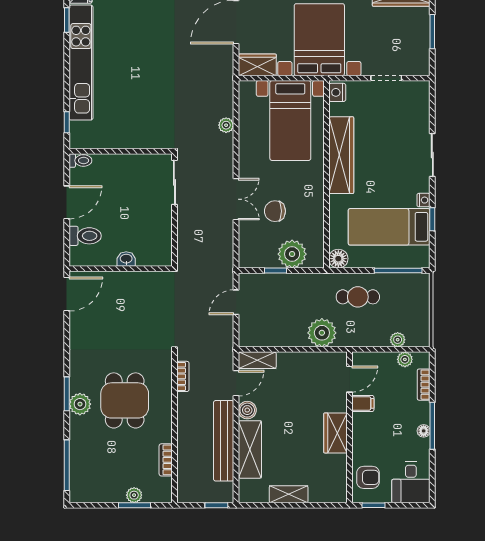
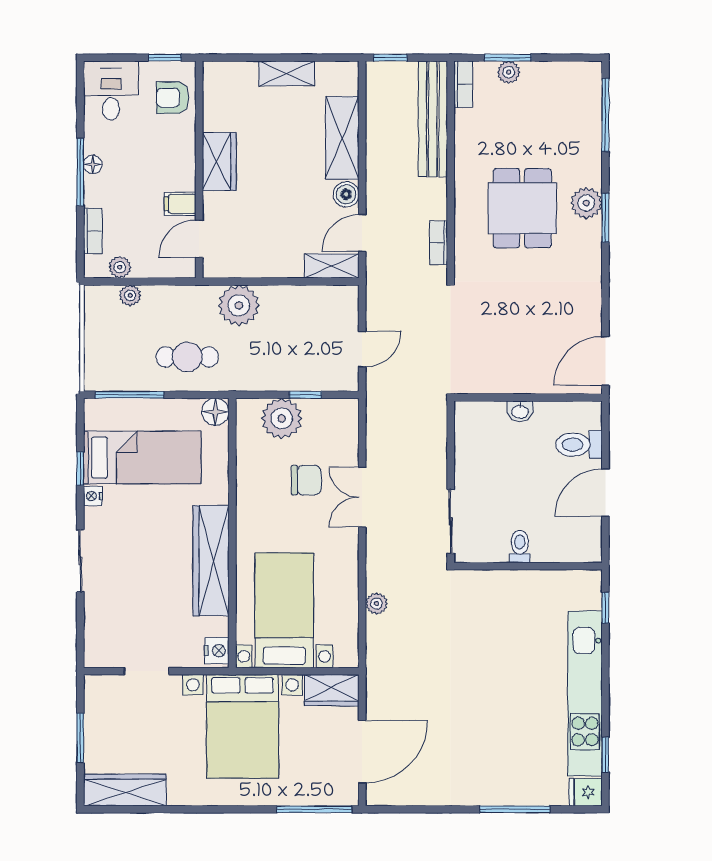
toilet: (80, 161) -> (520, 546), moved, turned 90
bench: (224, 441) -> (433, 119), moved
bookcase: (166, 460) -> (463, 84), moved

